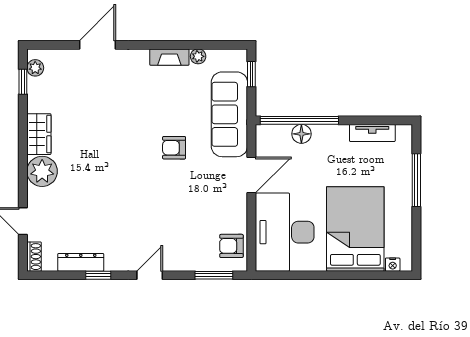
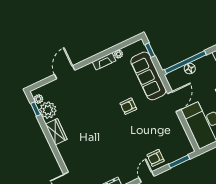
plant: (42, 171) -> (48, 110), moved
armchair: (231, 246) -> (156, 158), moved

